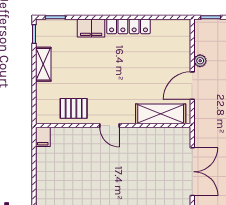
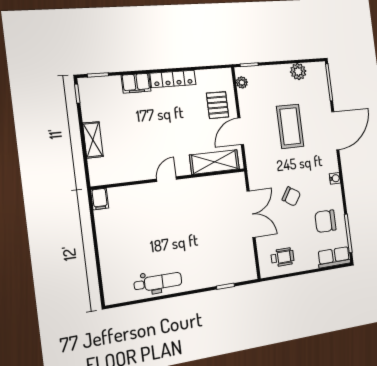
plant: (200, 61) -> (242, 82), moved
shelving: (43, 64) -> (93, 140), moved
pallet: (74, 108) -> (218, 105), moved, turned 90
door: (110, 126) -> (167, 179), swing flipped

